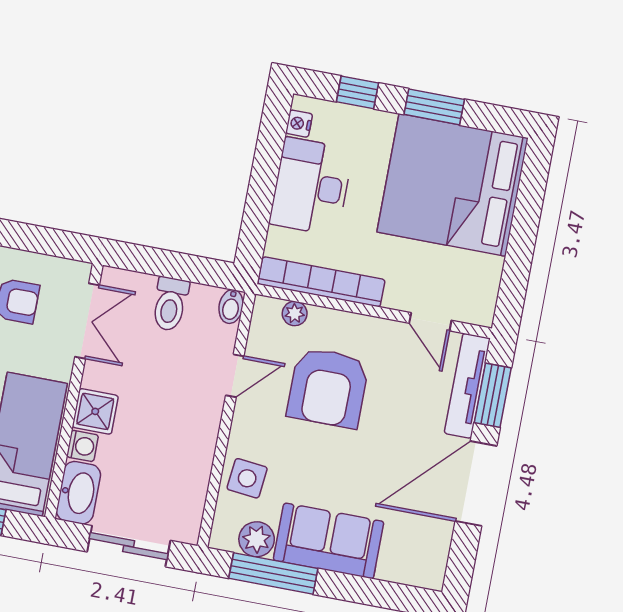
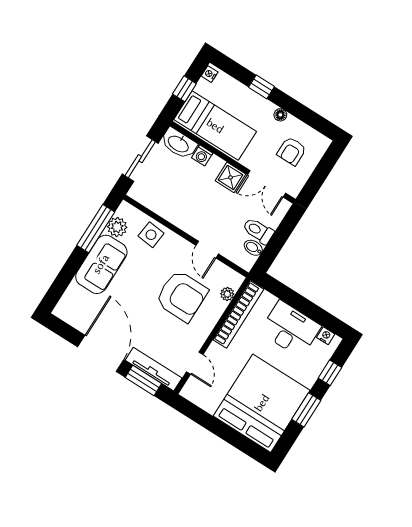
bidet: (231, 306) -> (253, 248), moved
door: (430, 322) -> (195, 363), swing flipped
armchair: (328, 388) -> (182, 296), turned 180
shower: (95, 411) -> (231, 177), moved

